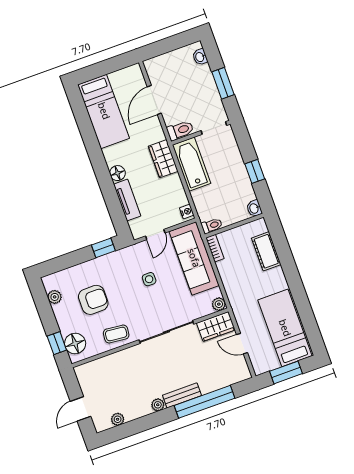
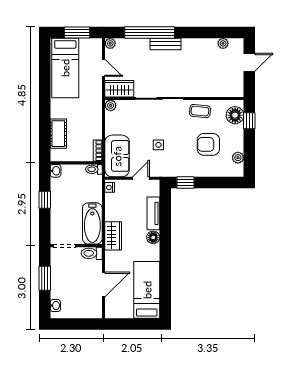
sofa: (194, 258) -> (117, 156), width x0.73
plant: (158, 405) -> (110, 43), moved

